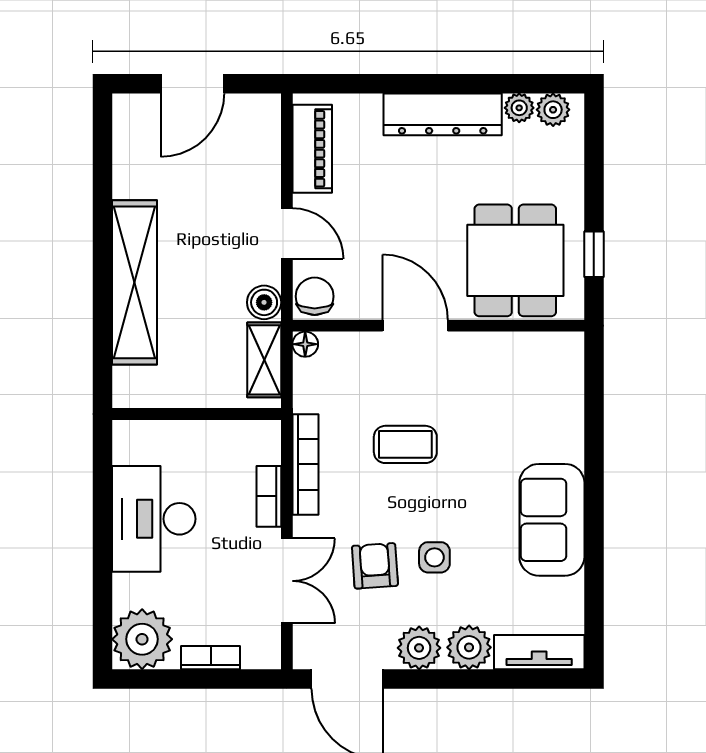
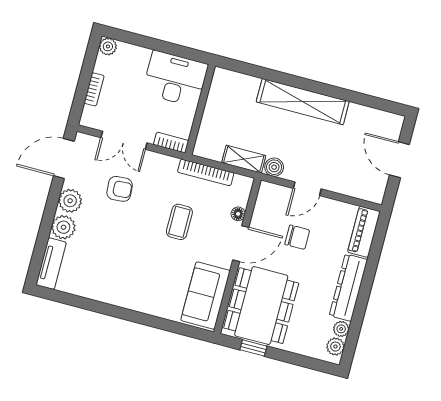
piano: (312, 149) -> (364, 232), moved, turned 90
dining table: (515, 260) -> (261, 306), width x1.38
chair: (315, 296) -> (297, 237), moved
floor lamp: (305, 344) -> (238, 214), moved
wall: (197, 414) -> (200, 110), moved
bookcase: (305, 464) -> (206, 172), moved
sofa: (552, 520) -> (205, 295), moved, turned -90
side table: (434, 557) -> (116, 222), removed
plant: (142, 639) -> (108, 46), width x0.53, depth x0.53

